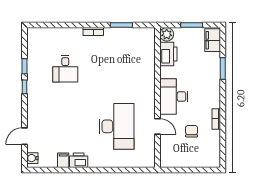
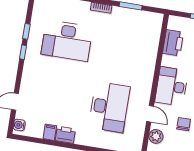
plant: (167, 34) -> (156, 136), moved
desk: (65, 69) -> (67, 41), width x1.87, depth x1.30

